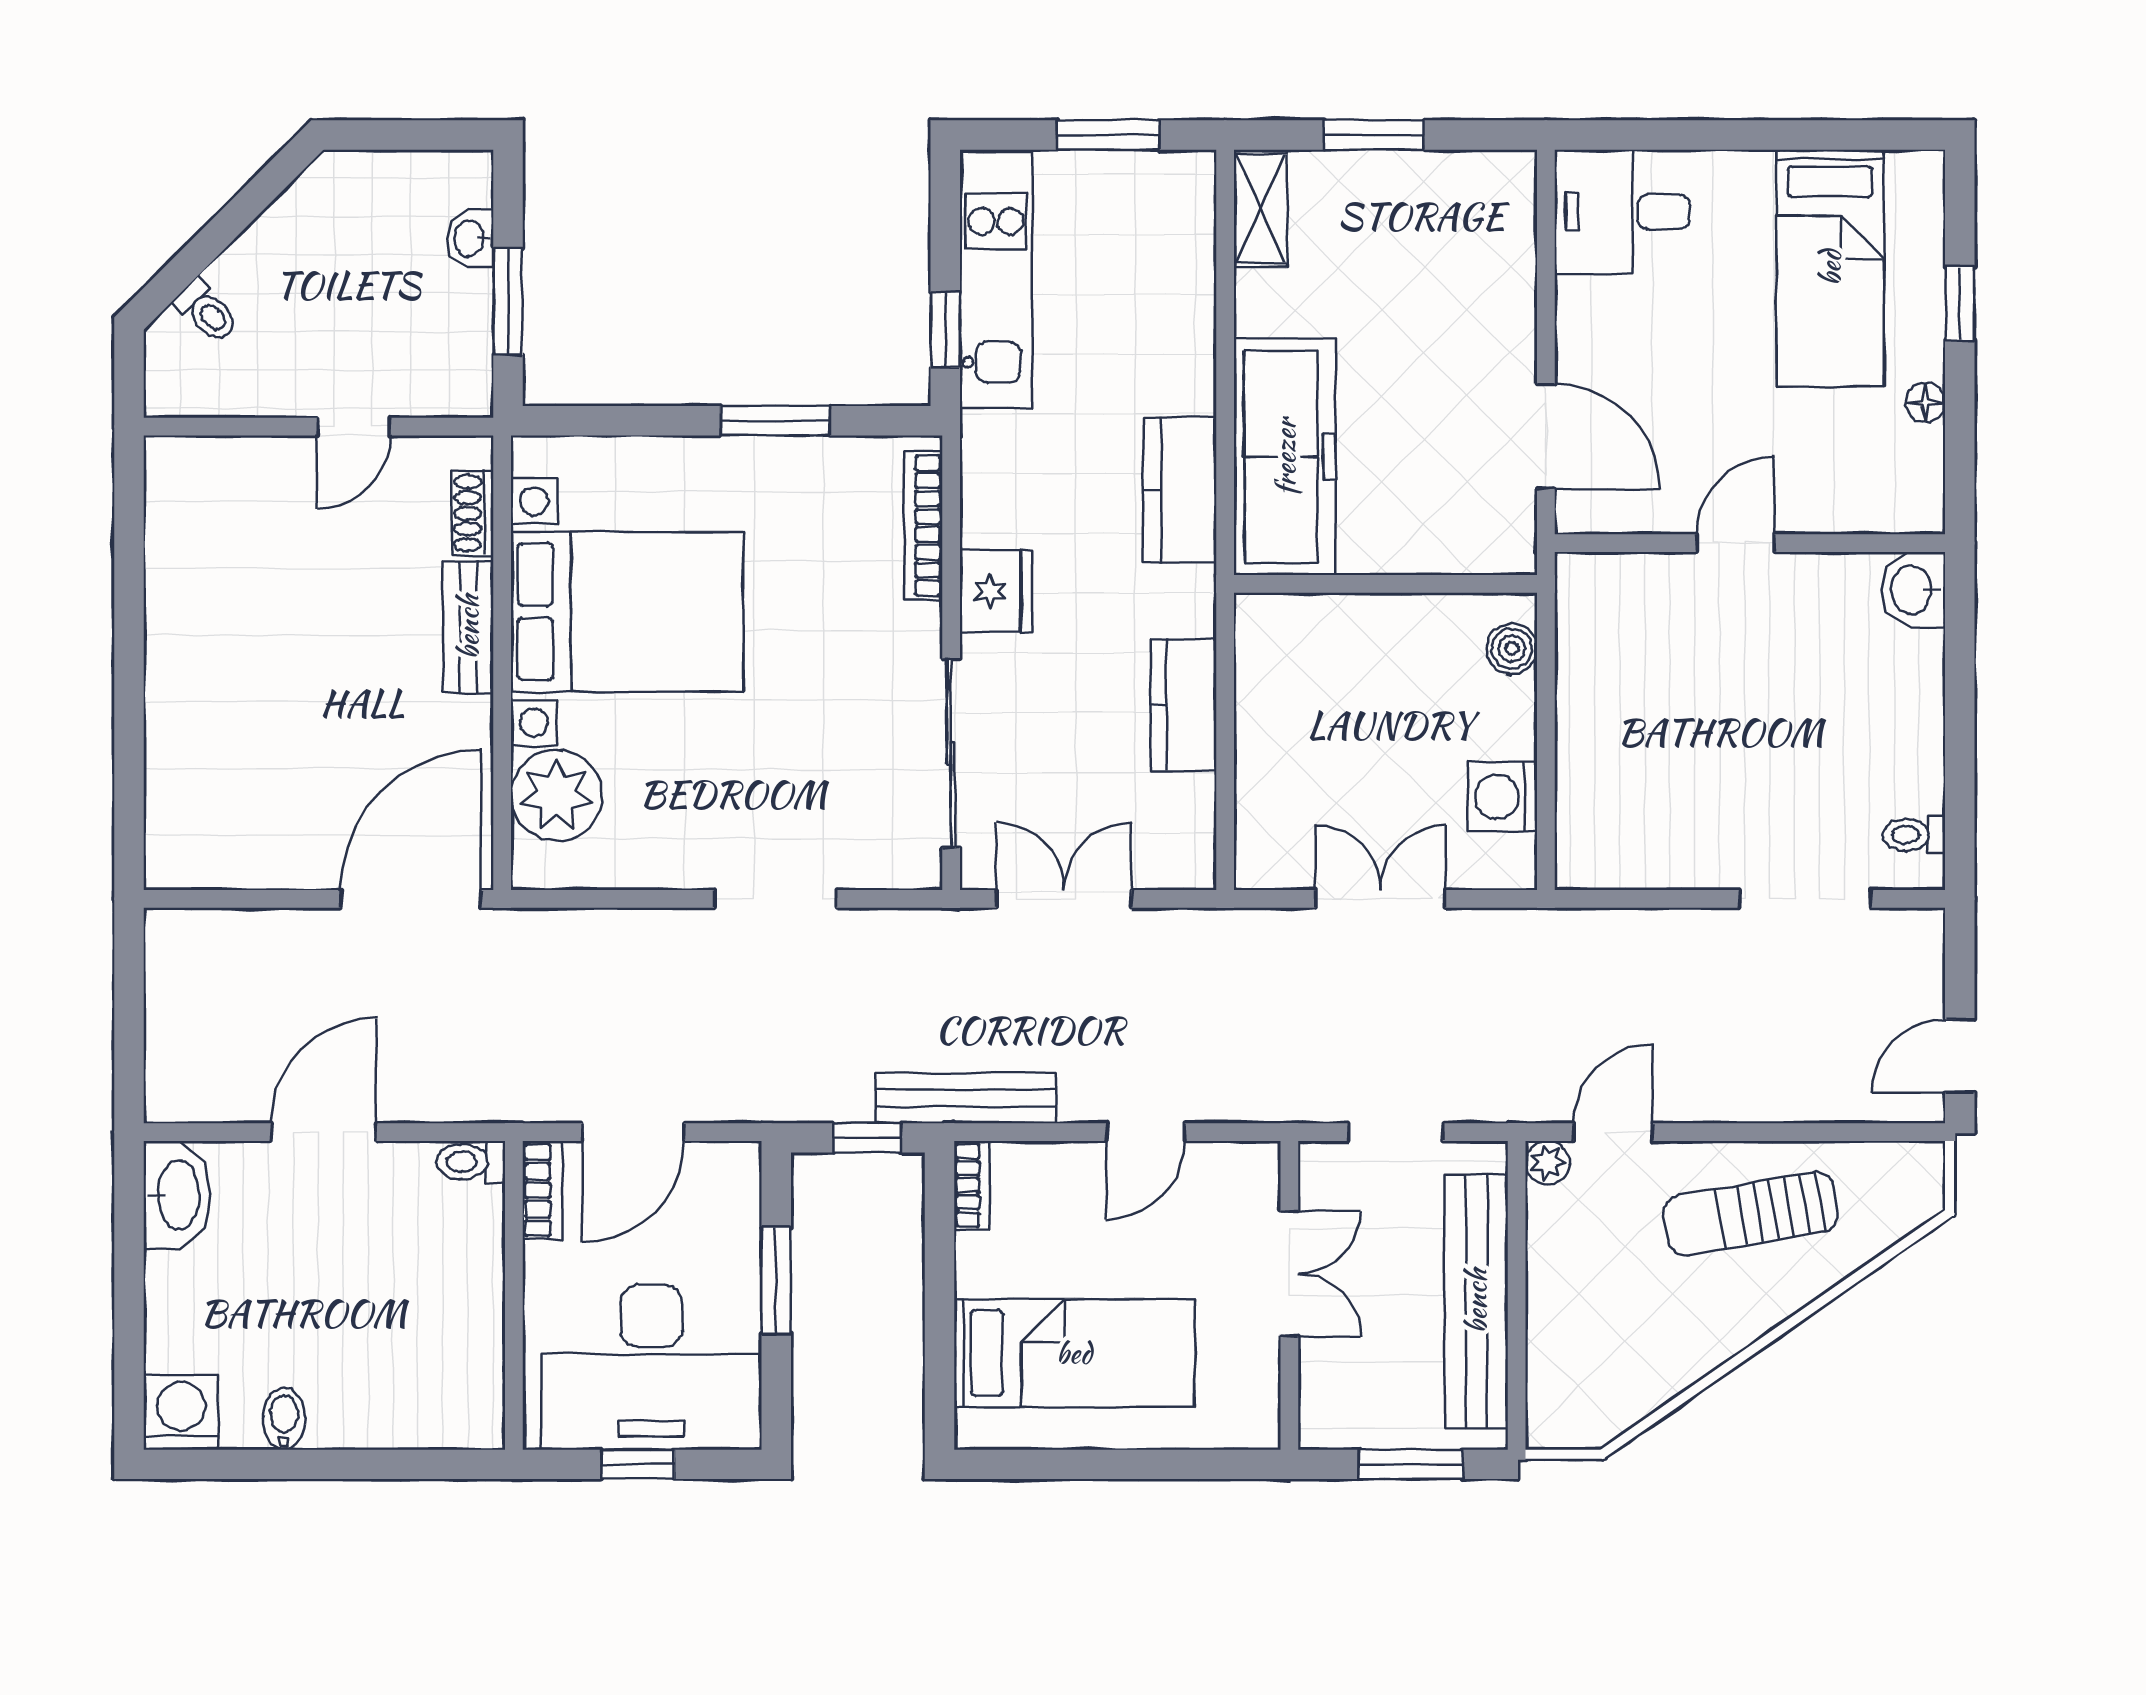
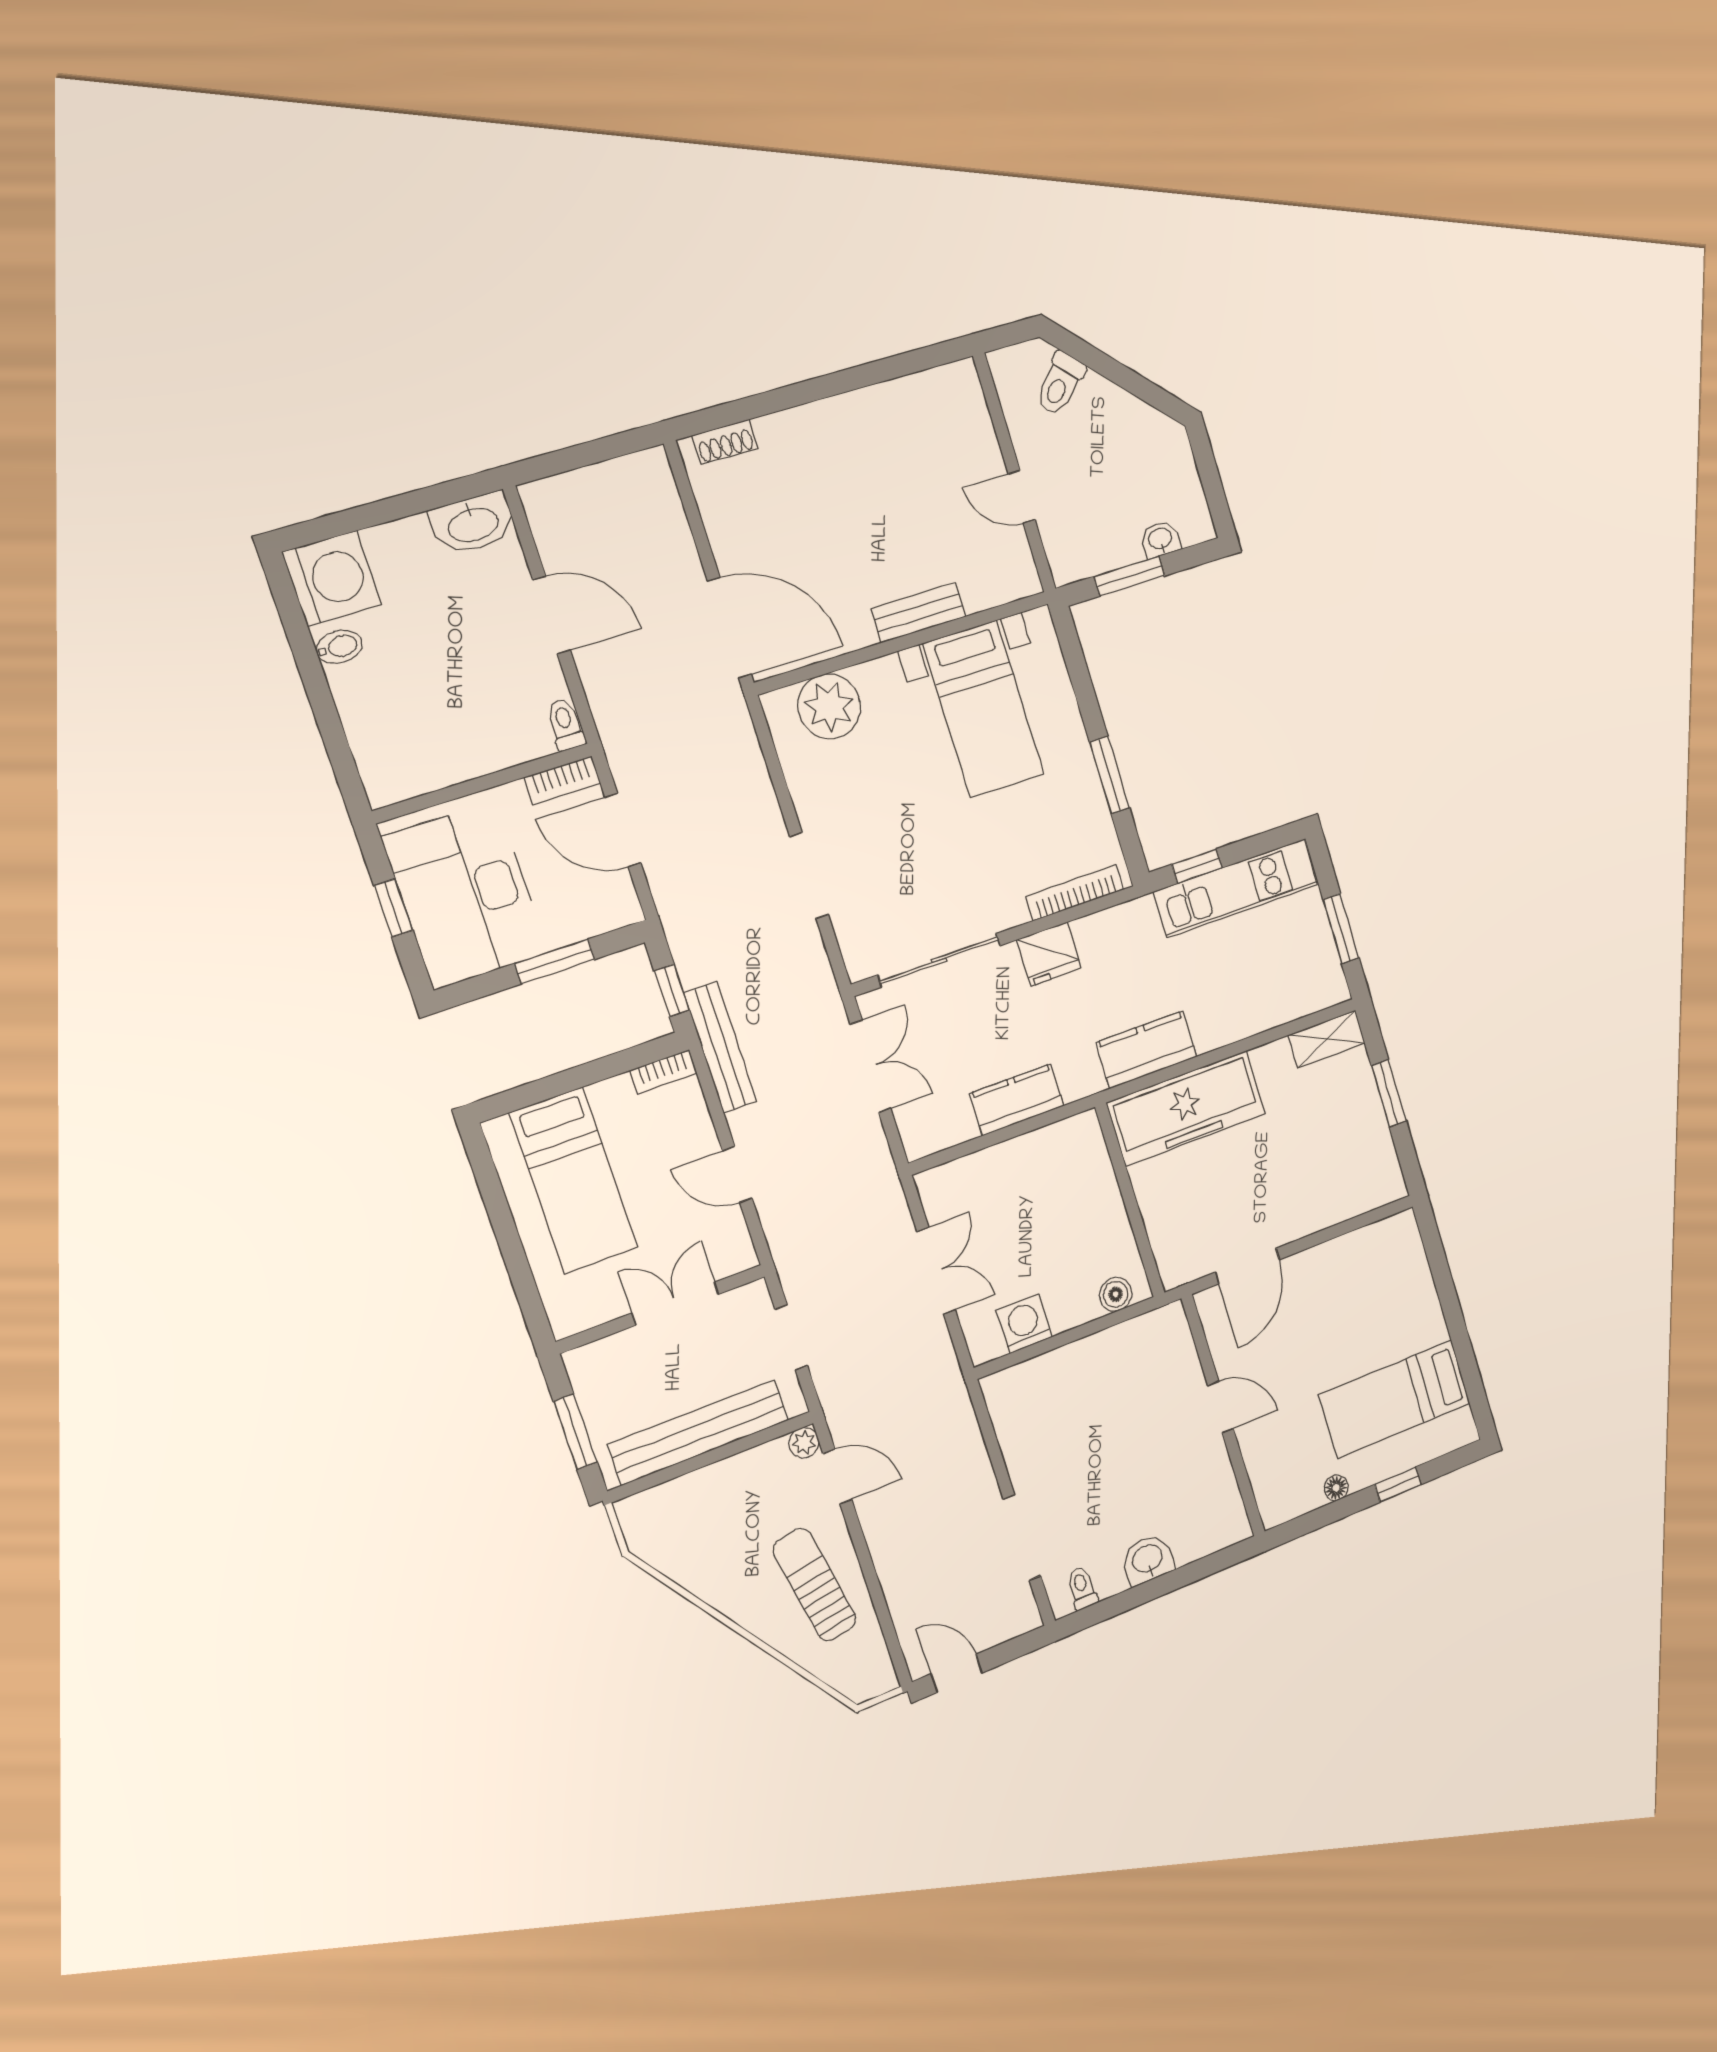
desk: (1622, 212) -> (1390, 1261), removed
toilet: (207, 311) -> (1060, 384), width x1.37, depth x1.39
shoe rack: (473, 513) -> (725, 442), moved, turned 180
washbasin: (1913, 590) -> (1148, 1560), moved
bed with nightstands: (627, 612) -> (984, 709), width x0.73
double door: (1289, 1274) -> (675, 1304), swing flipped
washing machine: (181, 1412) -> (332, 578), width x1.37, depth x1.37

